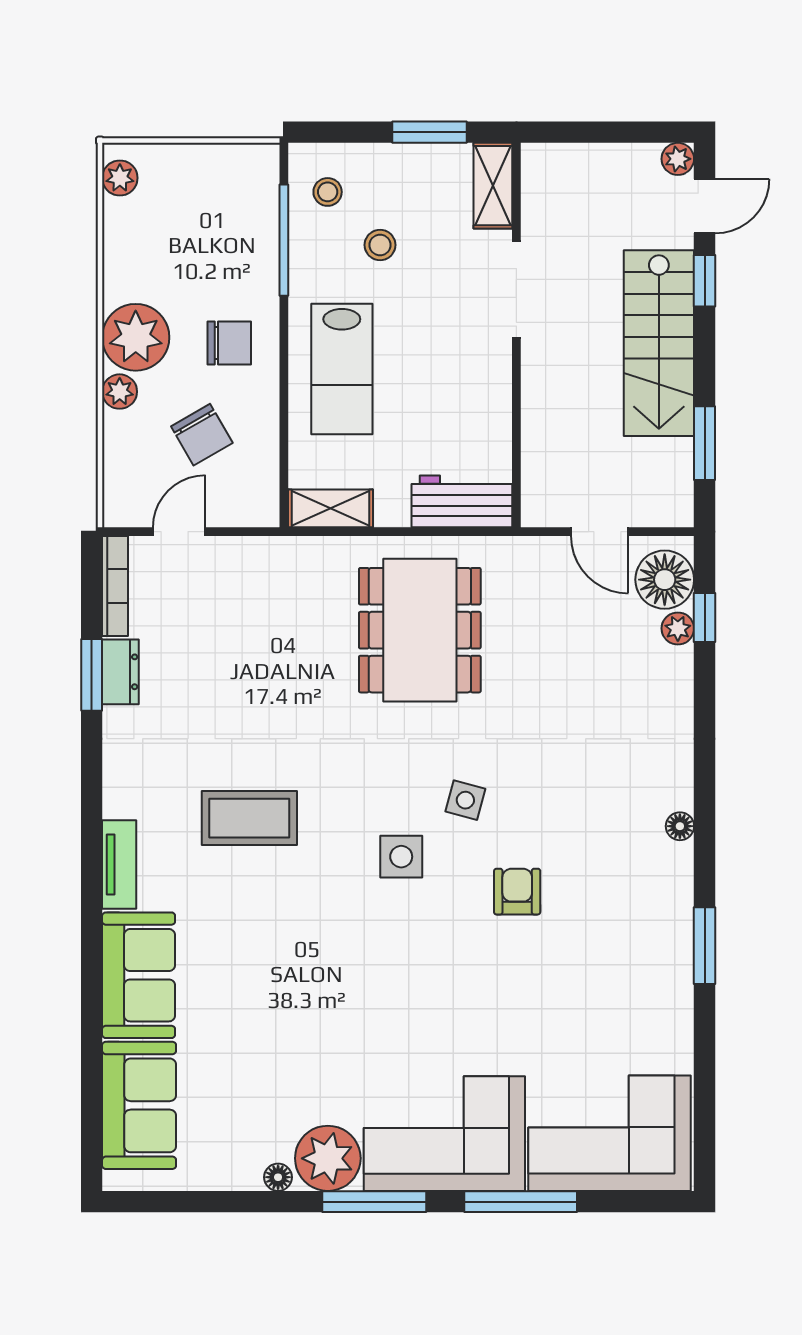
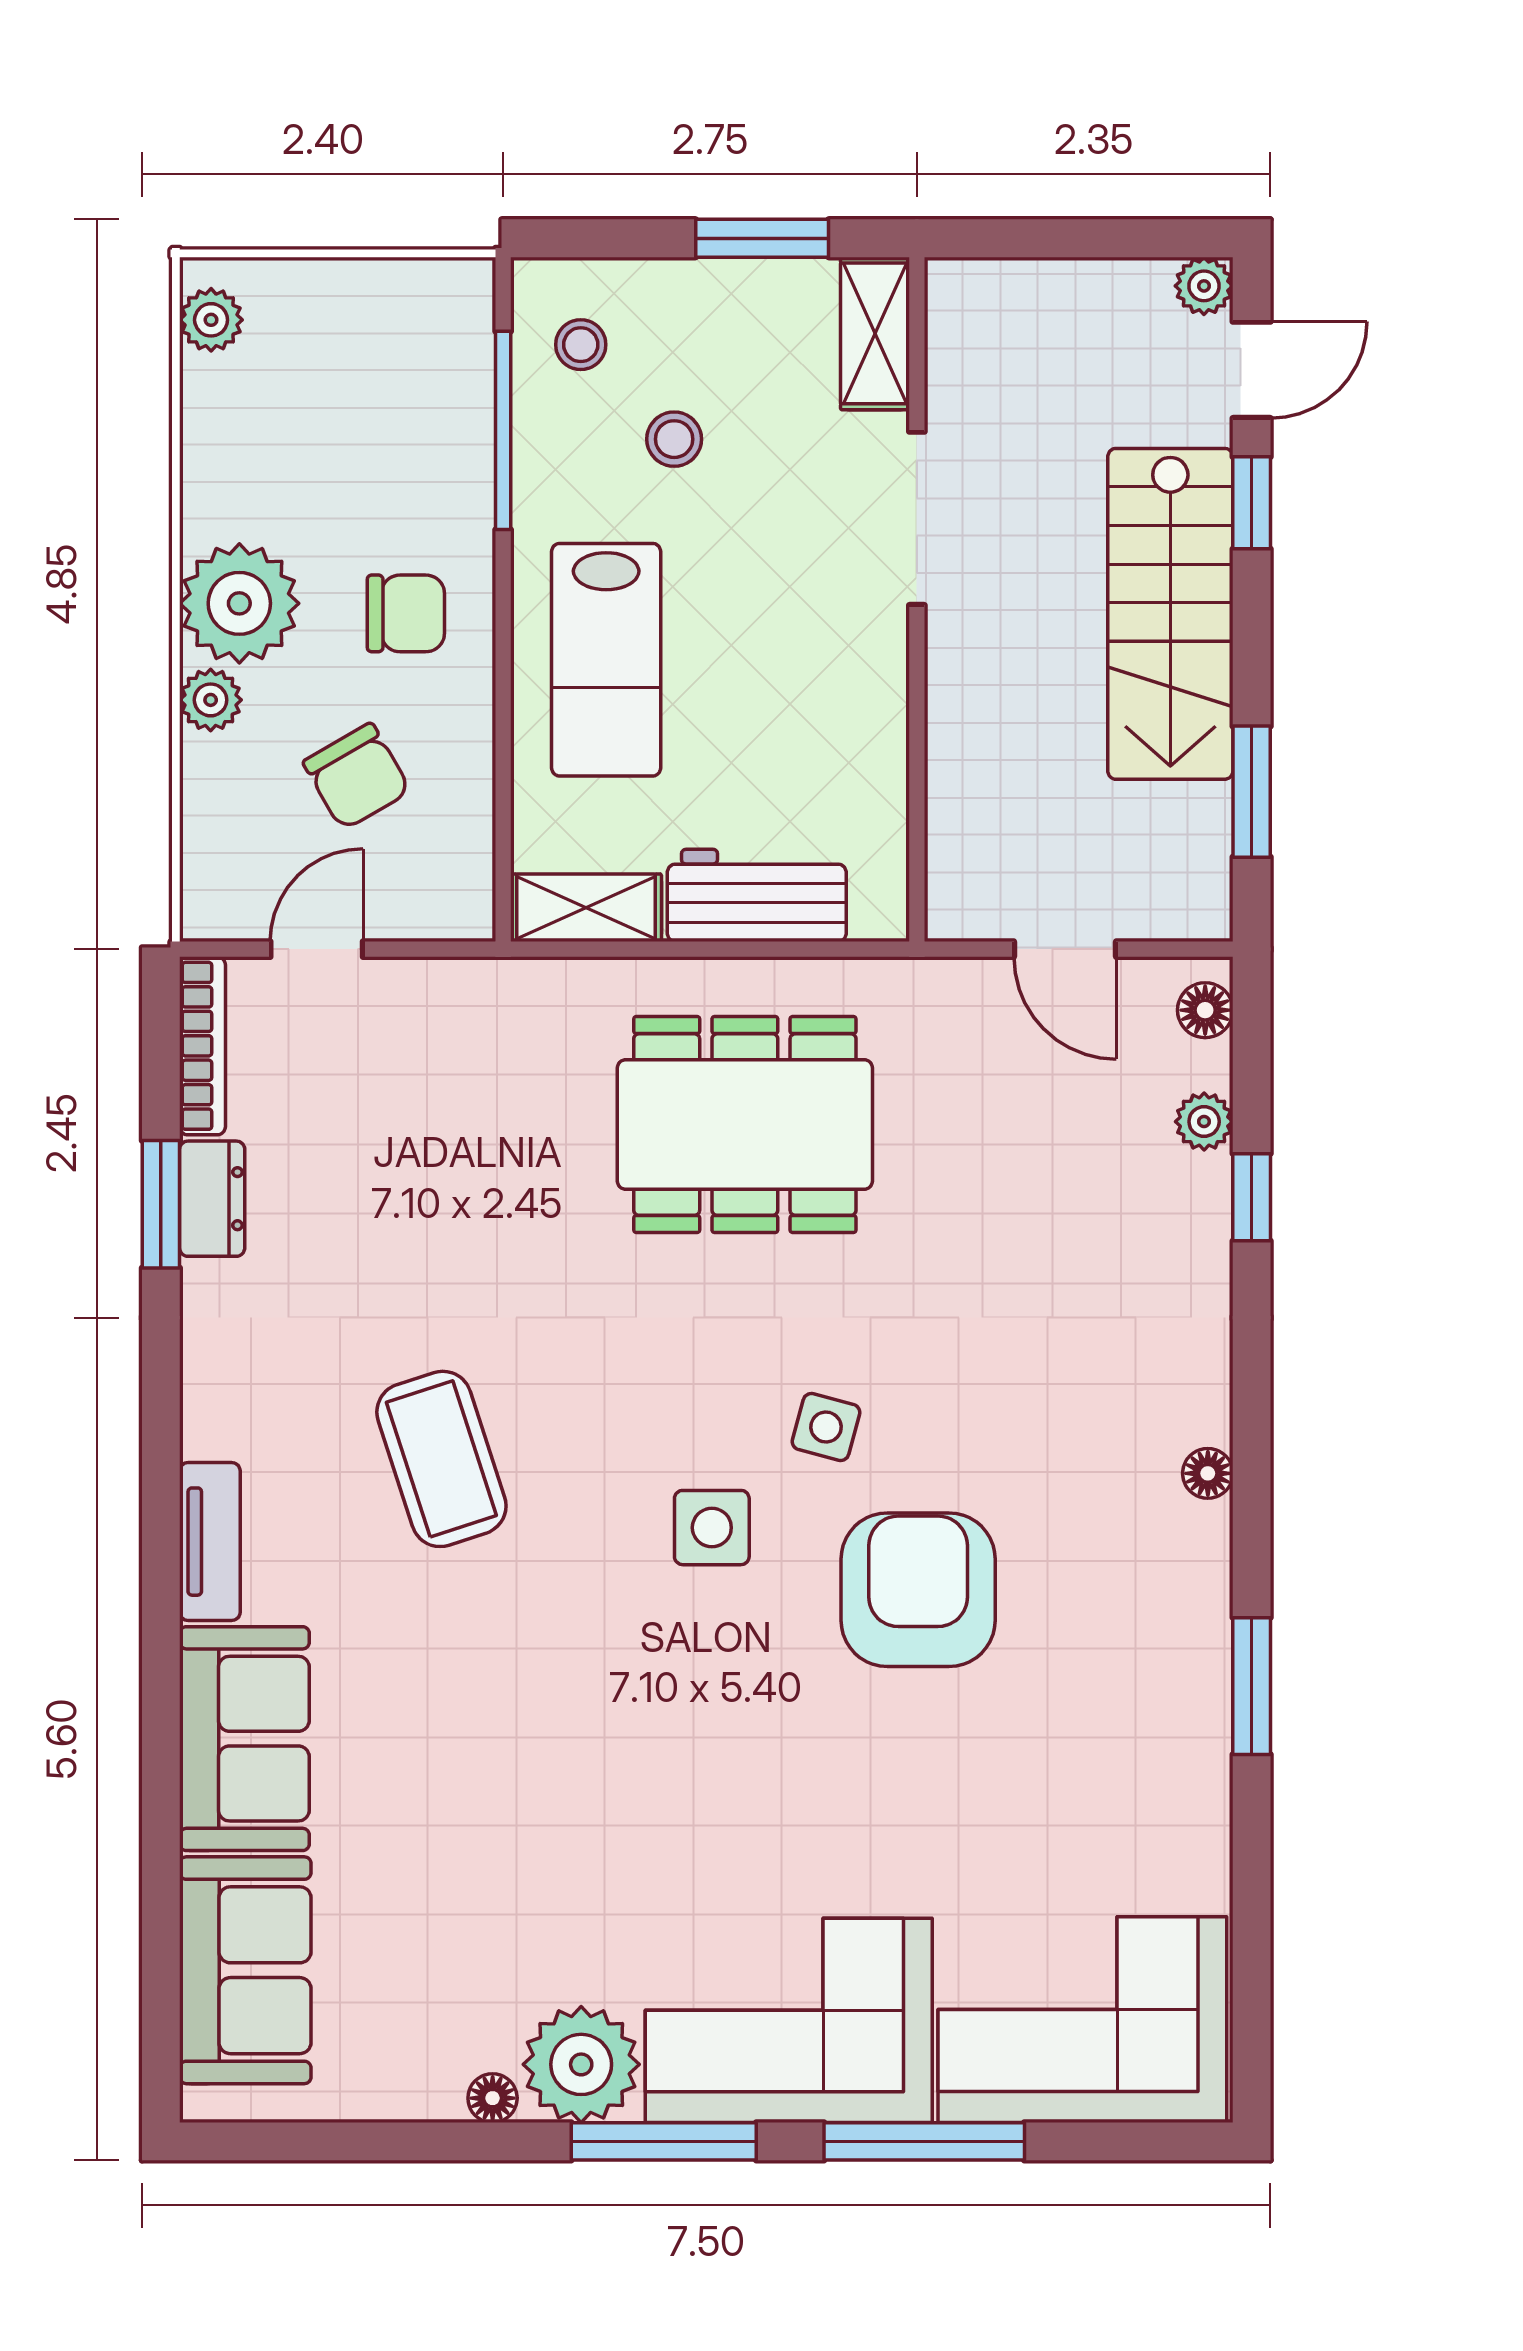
workbench: (462, 501) -> (757, 895), moved
floor lamp: (665, 580) -> (1205, 1010), width x0.53, depth x0.53
window: (705, 618) -> (1252, 1197), moved
dining table: (420, 630) -> (745, 1125), turned 90
coffee table: (249, 818) -> (441, 1459), turned 72
armchair: (517, 892) -> (918, 1590), width x1.88, depth x1.88

